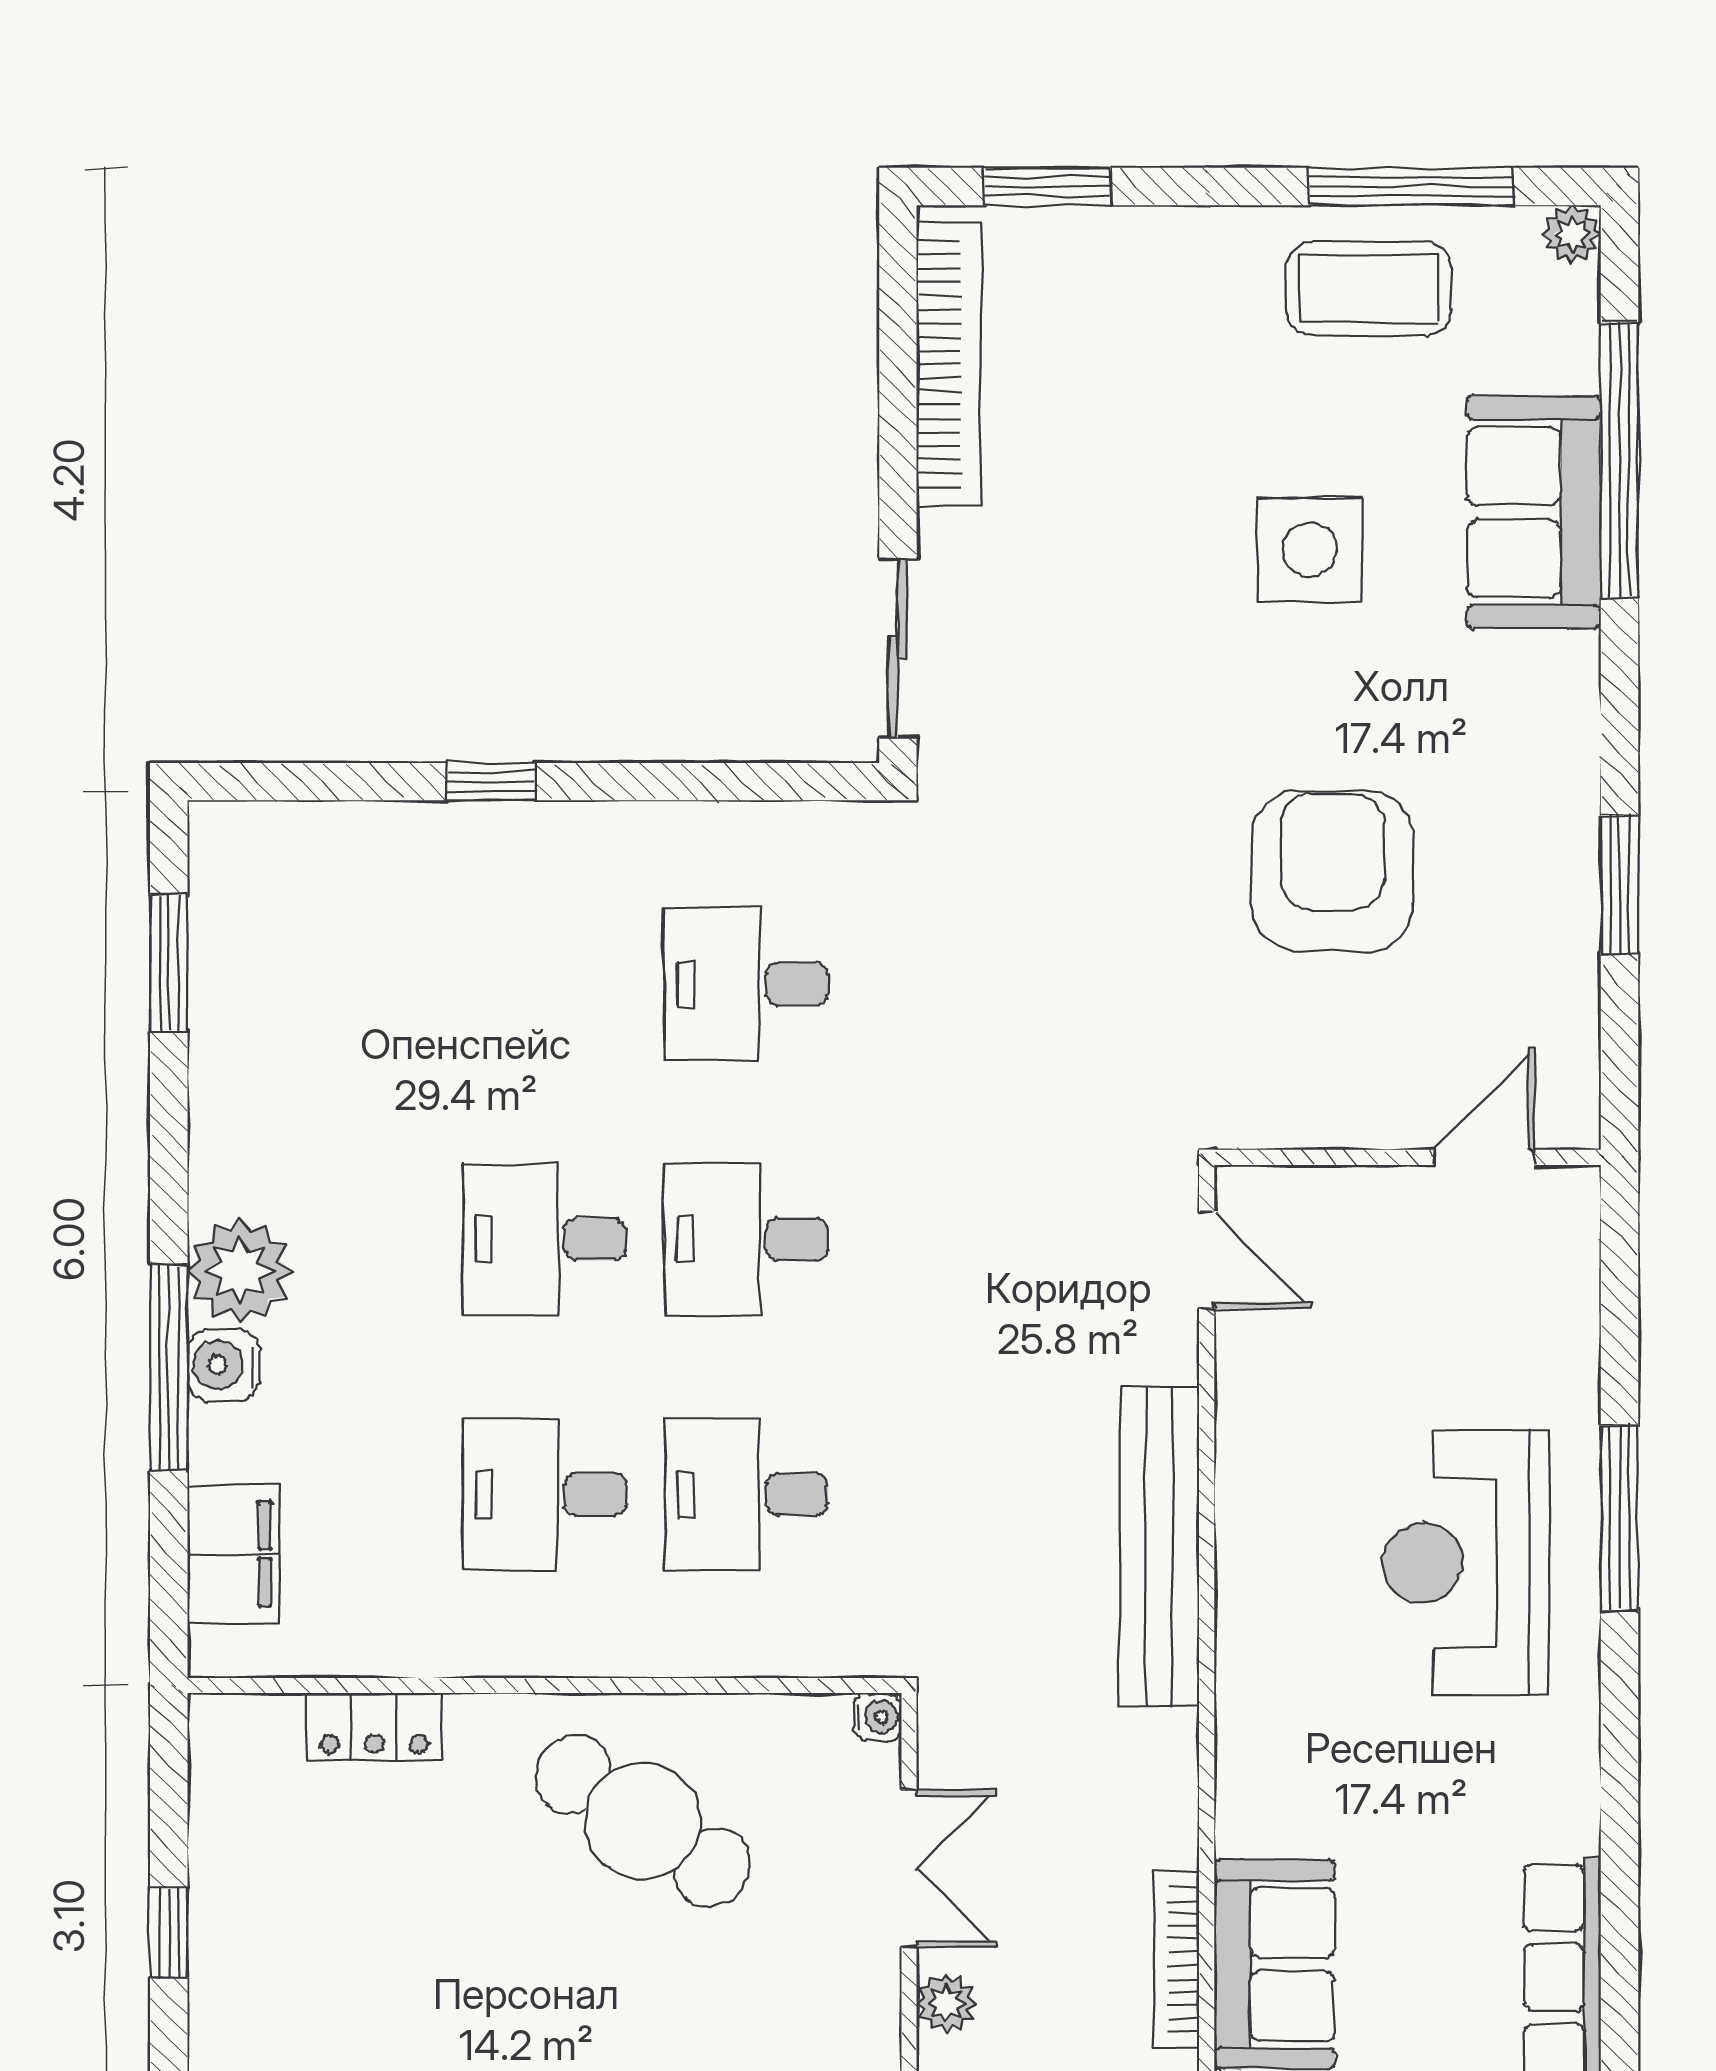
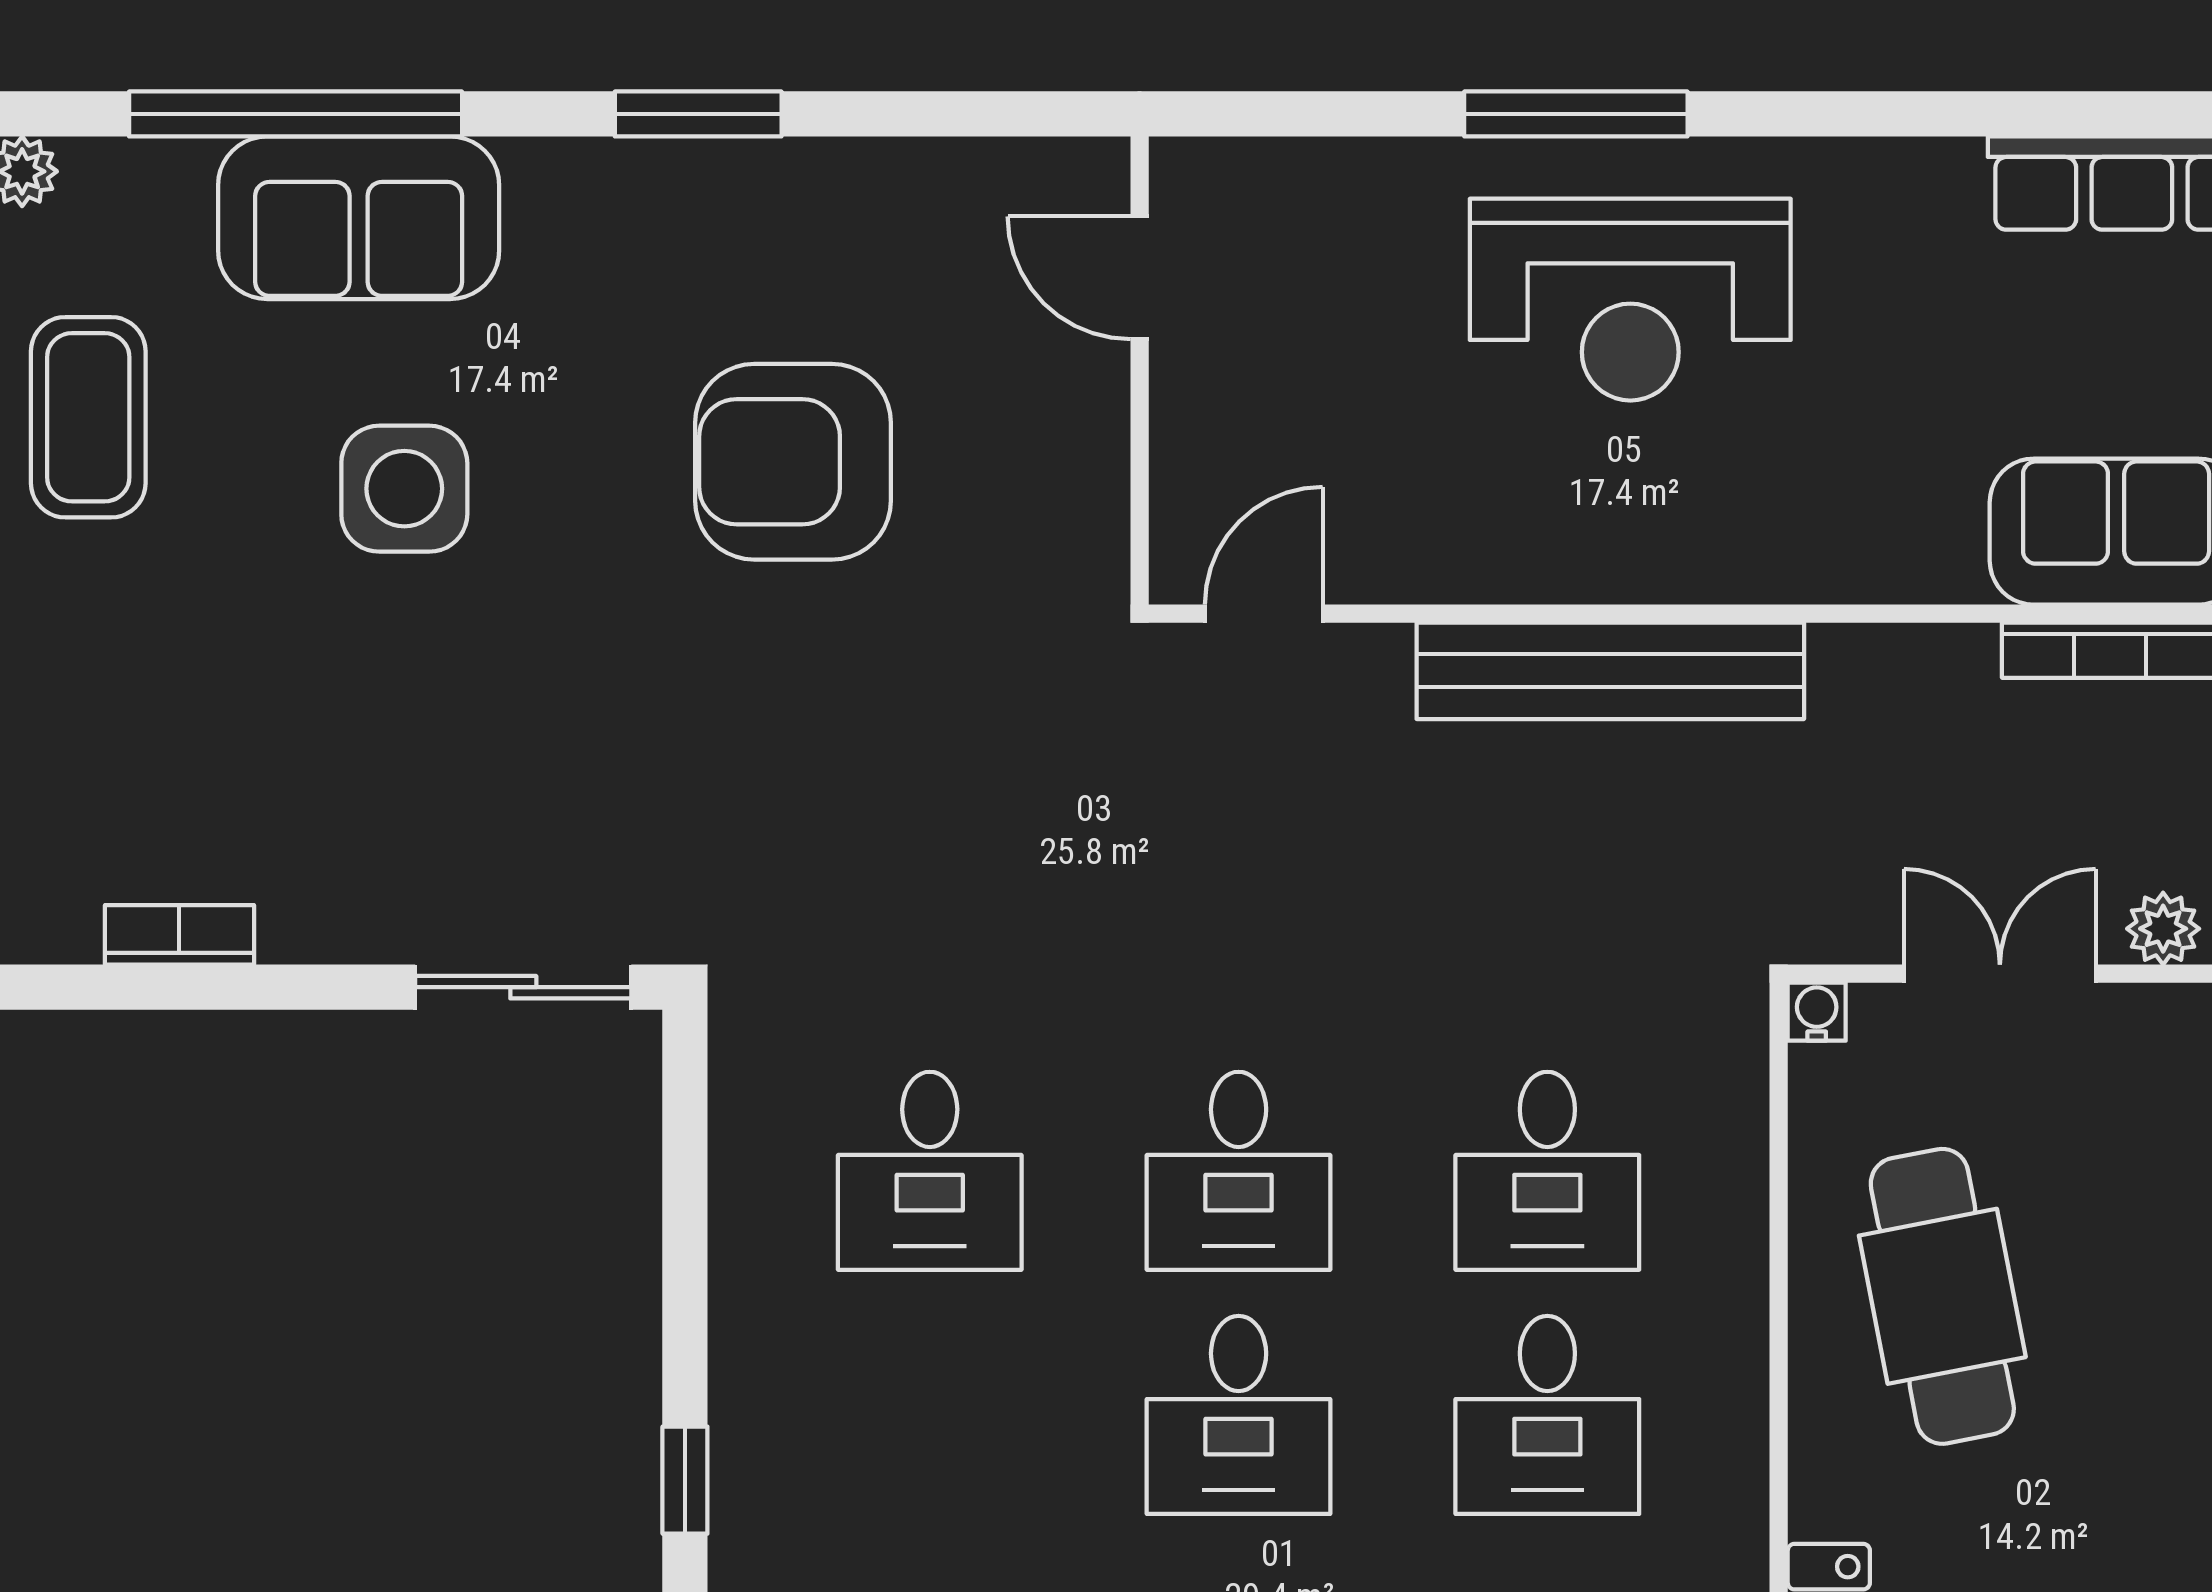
bookcase: (949, 364) -> (179, 935), width x0.43, depth x0.76
window: (1620, 884) -> (698, 114), moved
cafe table: (642, 1821) -> (1942, 1296), turned -45

